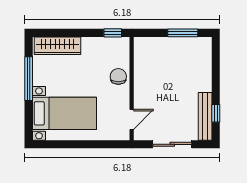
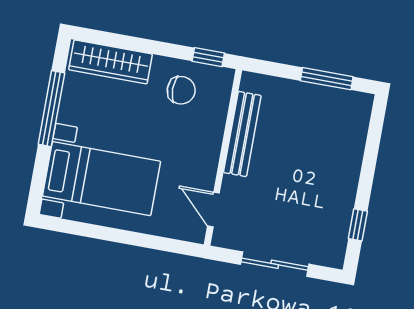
chair: (118, 76) -> (181, 90), moved, turned 90
bench: (205, 116) -> (242, 134), moved
door: (132, 119) -> (213, 210), swing flipped

